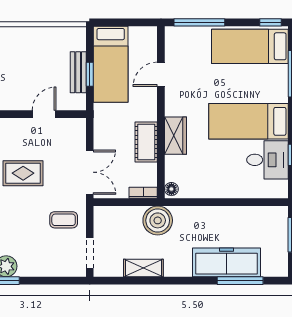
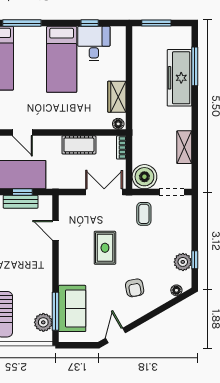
wardrobe: (176, 136) -> (117, 97), moved, turned -90
boiler: (158, 220) -> (144, 177), moved

